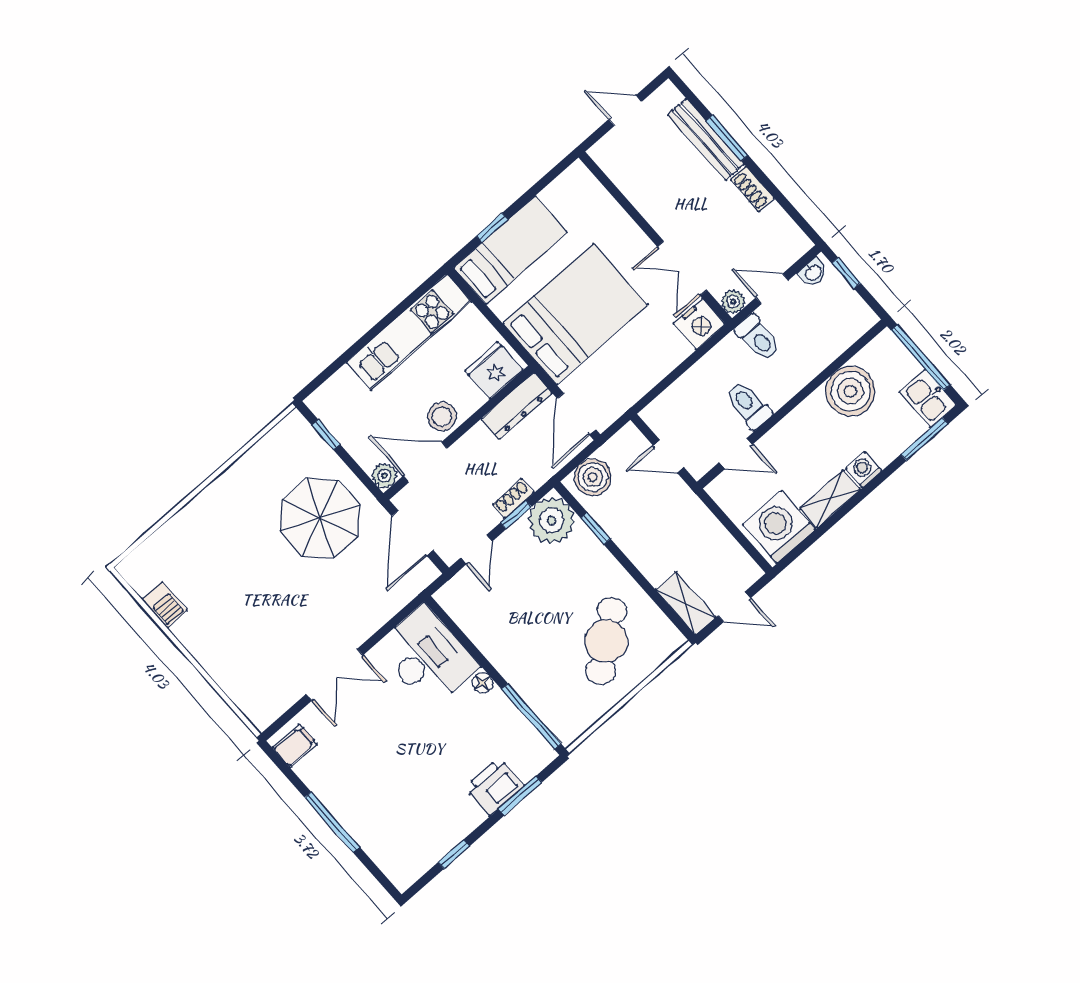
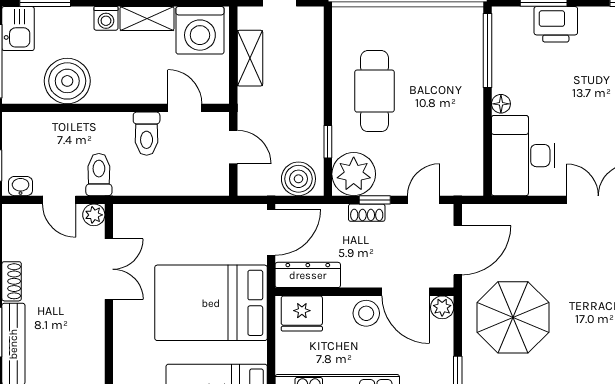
nightstand: (699, 324) -> (131, 220), removed
shelving: (686, 603) -> (250, 58), moved
cafe table: (606, 641) -> (374, 91), moved, turned -52

